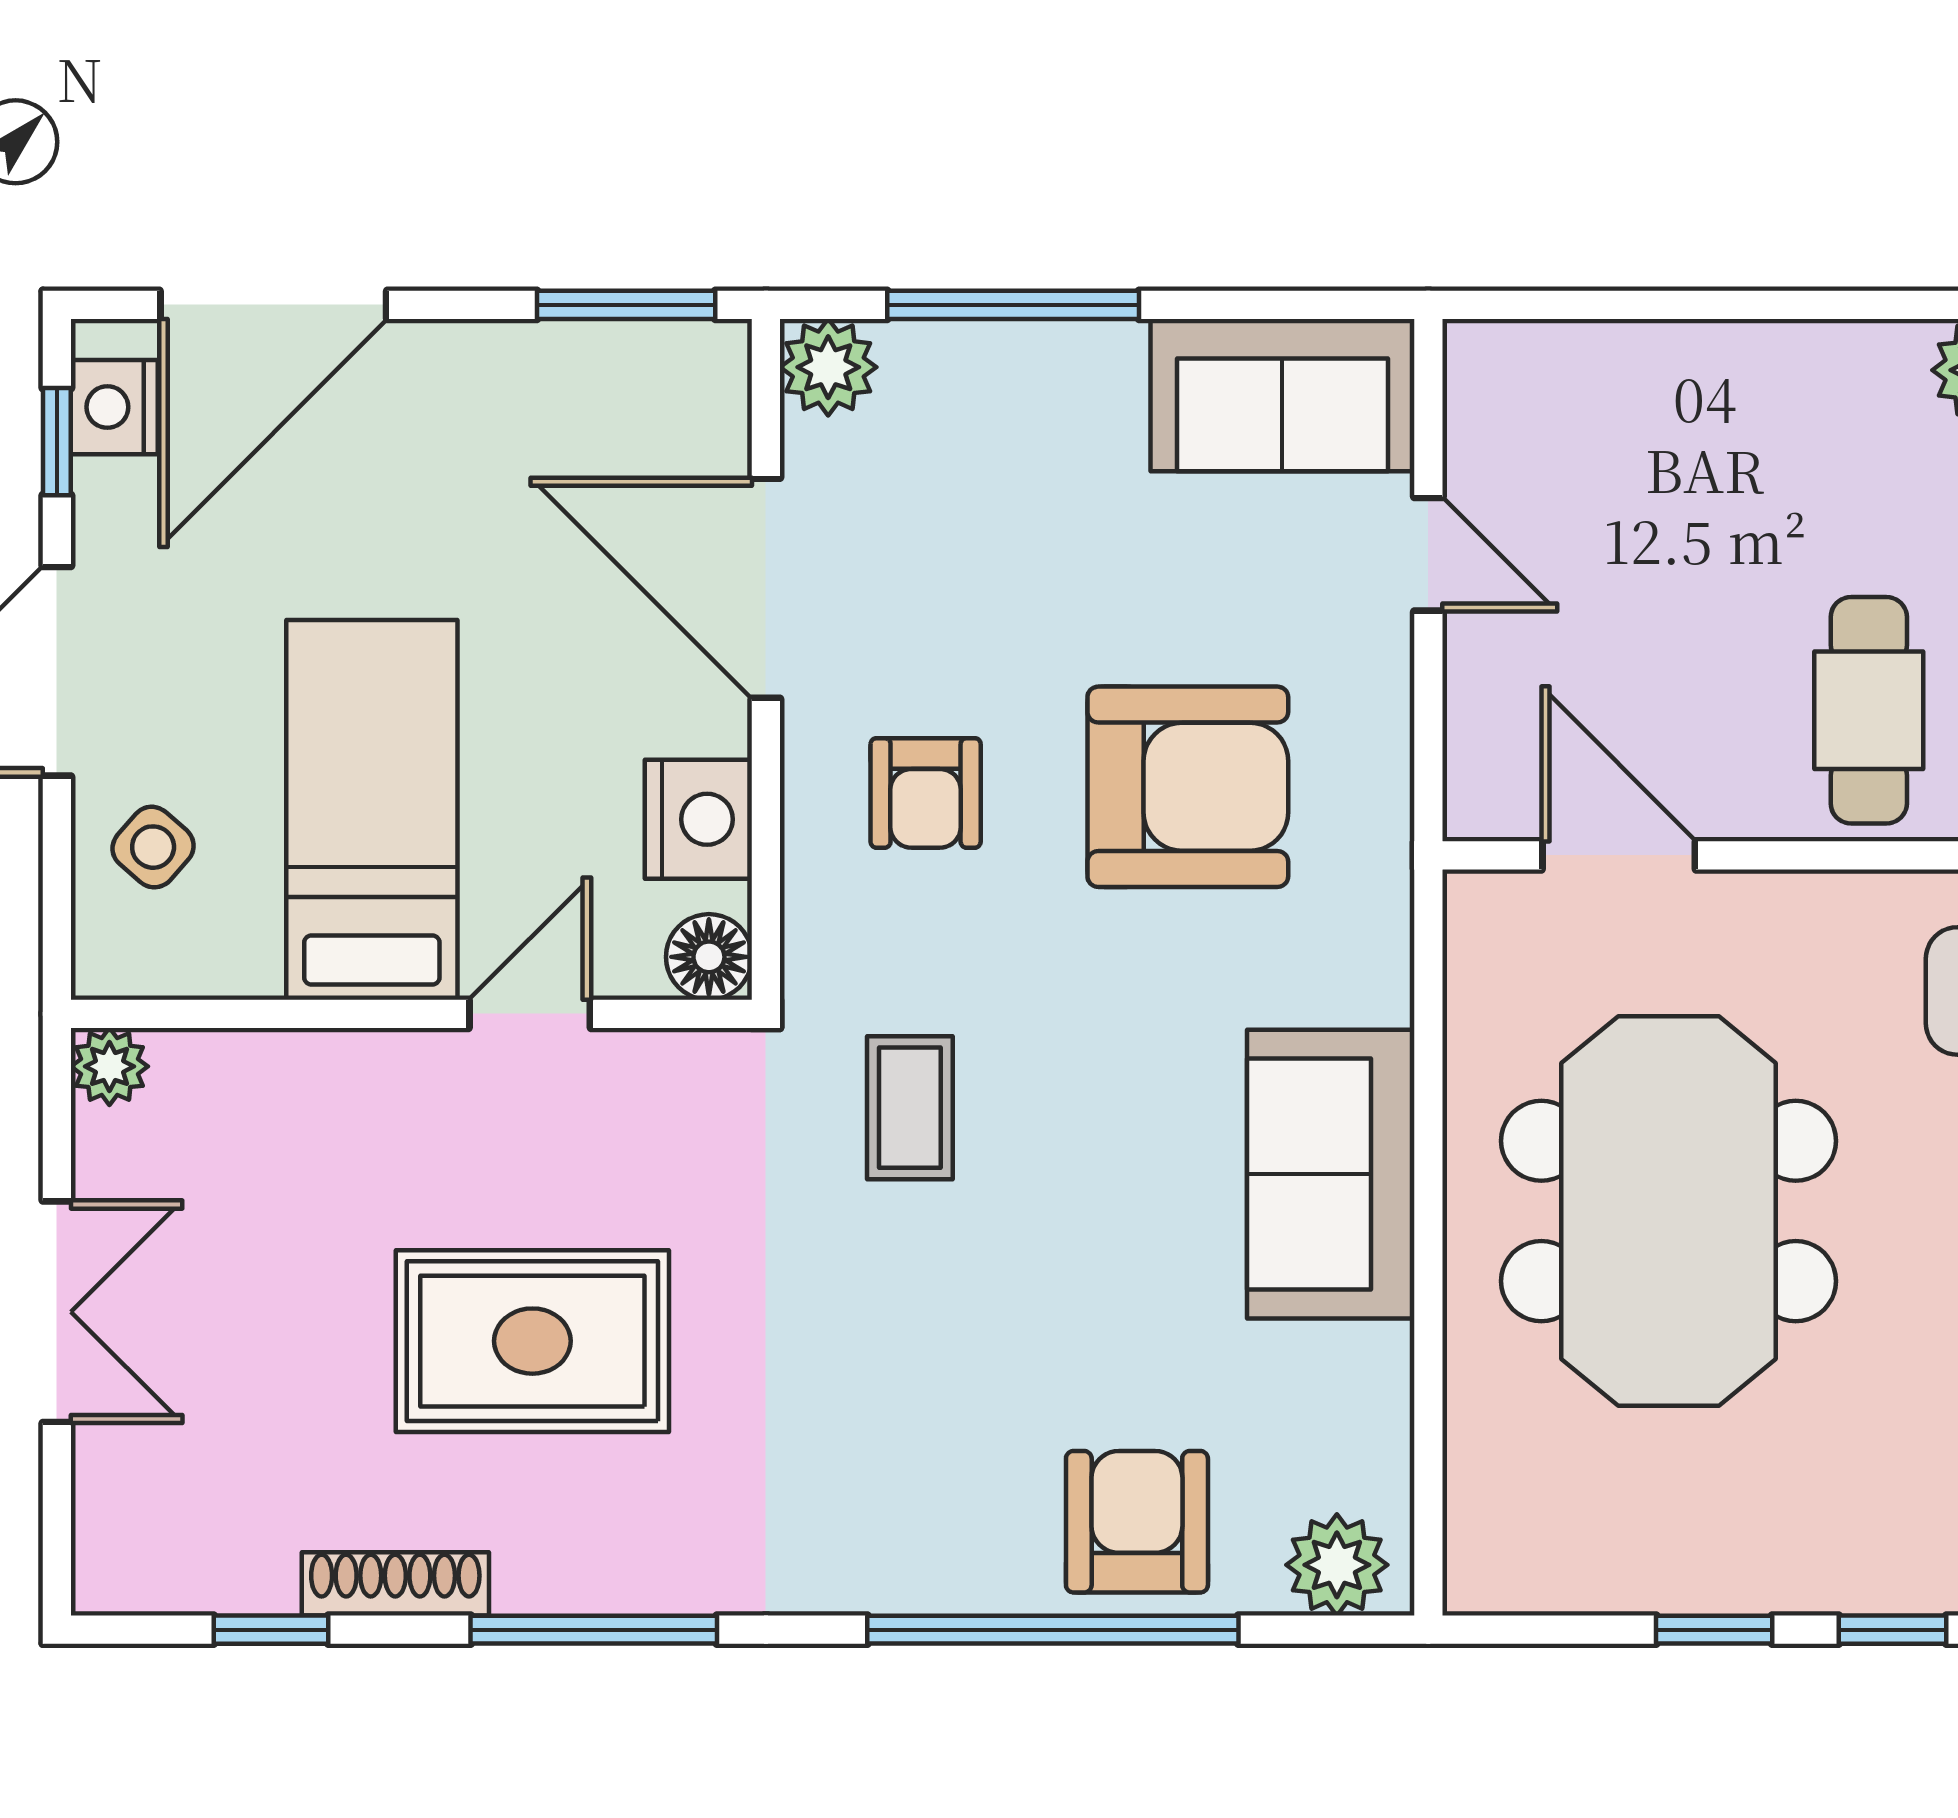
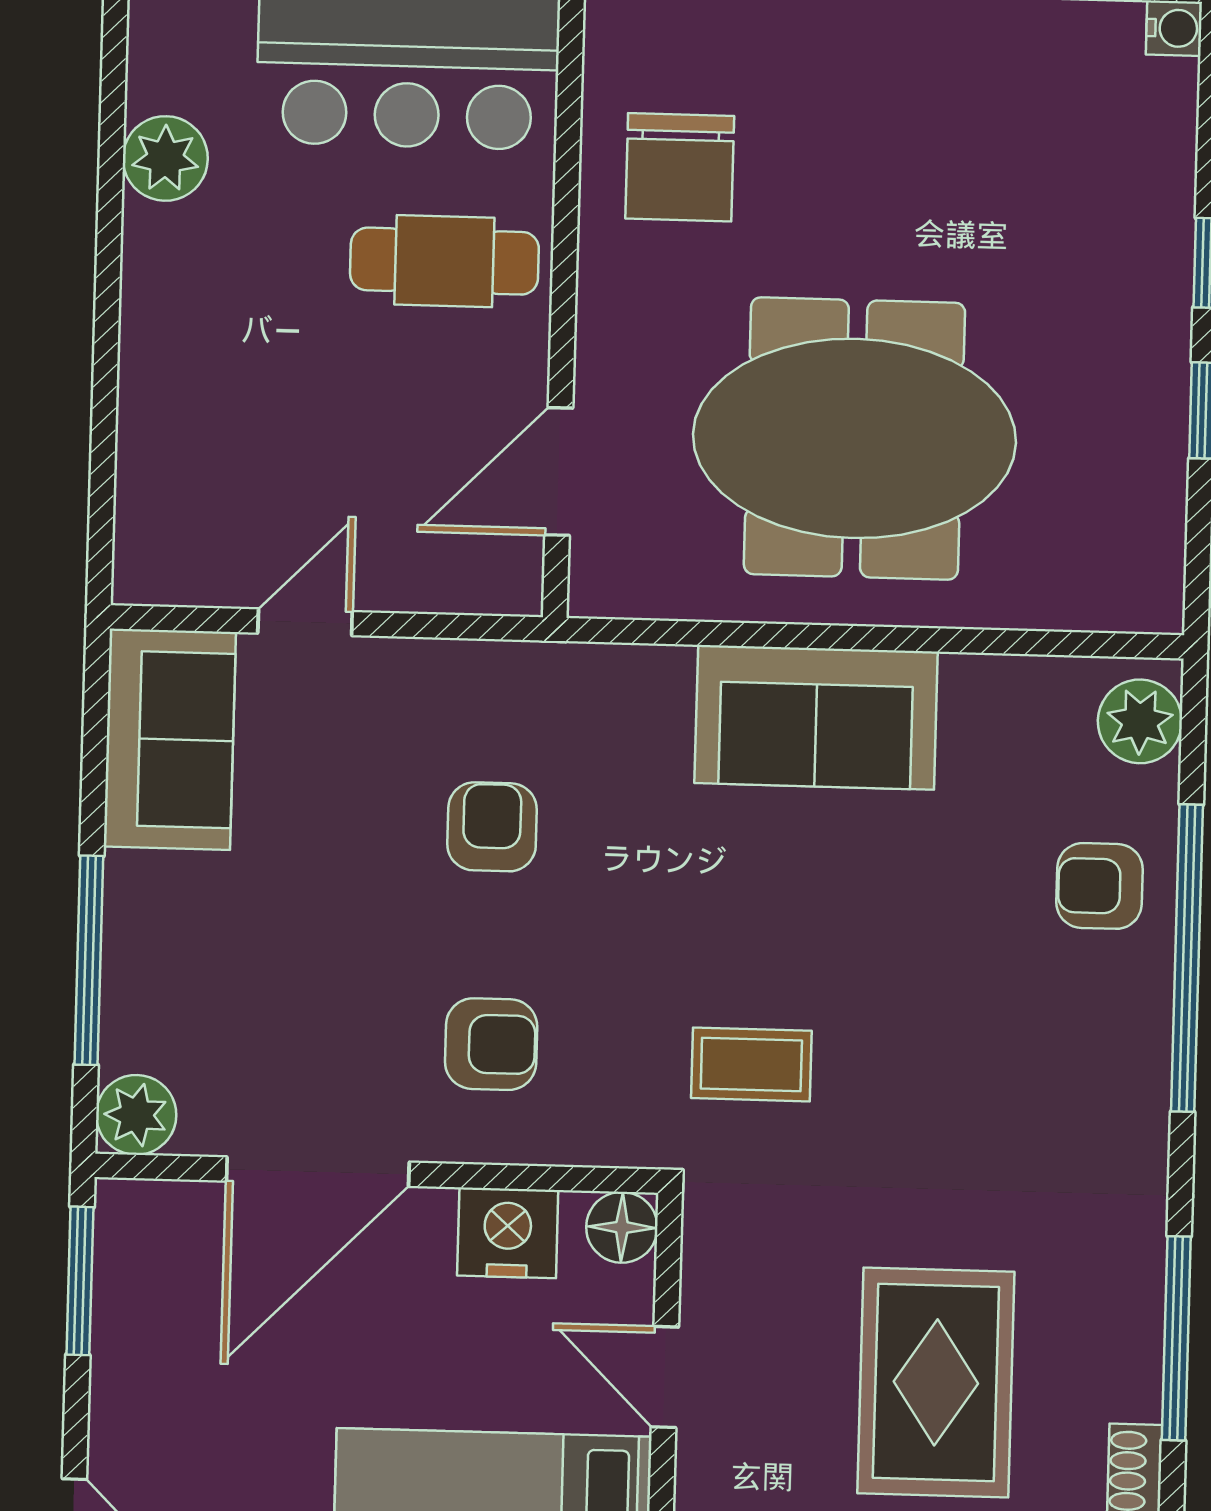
armchair: (1188, 787) -> (492, 827), width x0.53, depth x0.53
armchair: (1137, 1522) -> (1100, 886), width x0.72, depth x0.72

